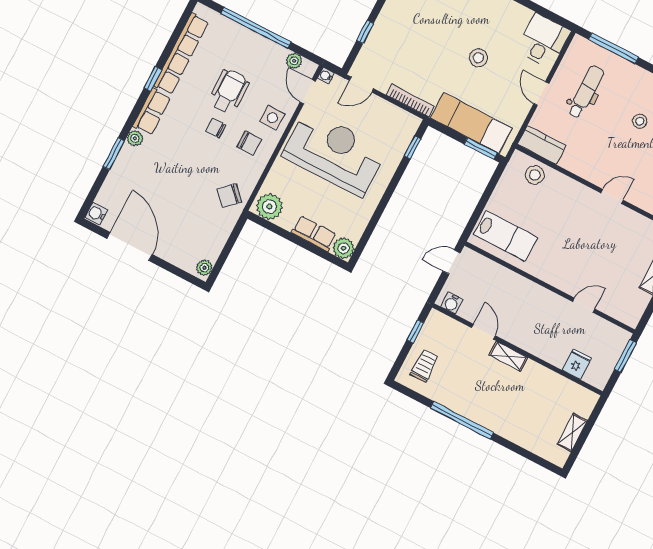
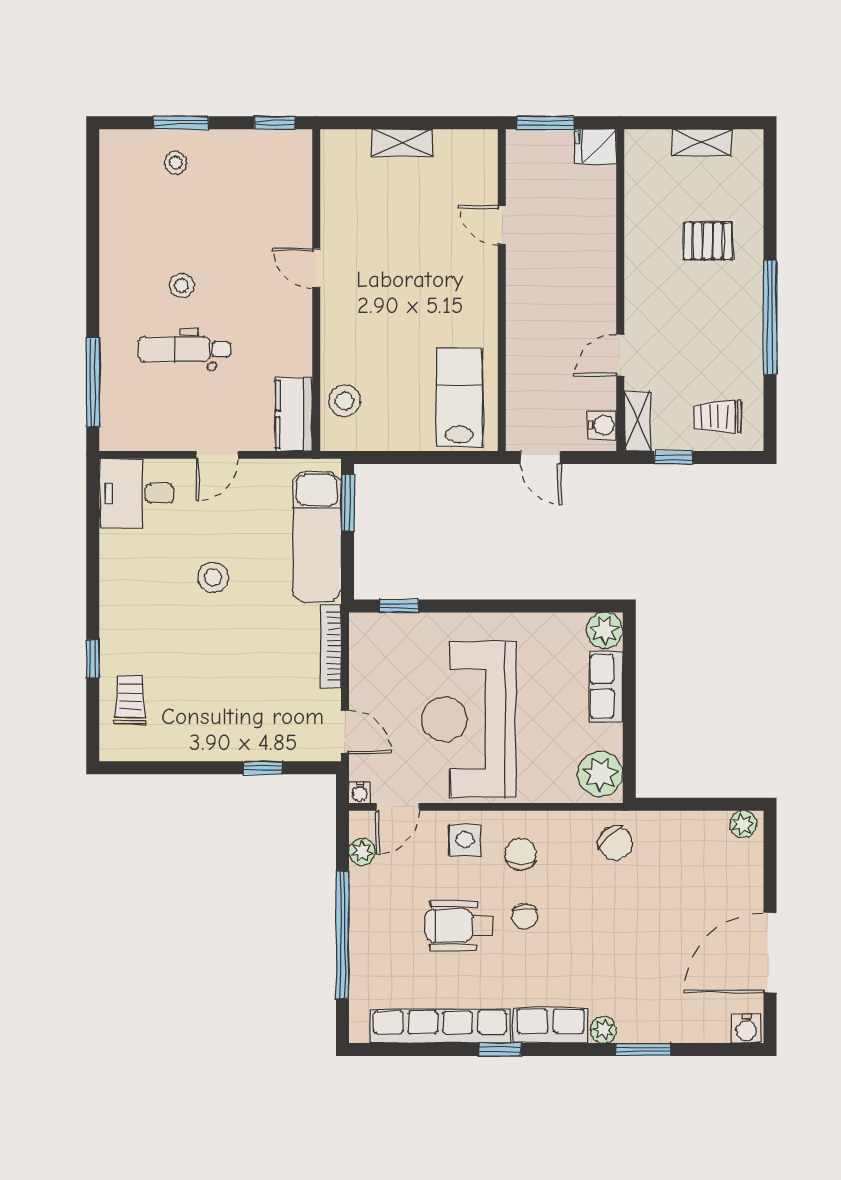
dental chair: (586, 92) -> (184, 349), moved
shelving: (508, 356) -> (637, 421), moved
fridge: (577, 364) -> (596, 146), moved
pallet: (519, 409) -> (708, 241), added

